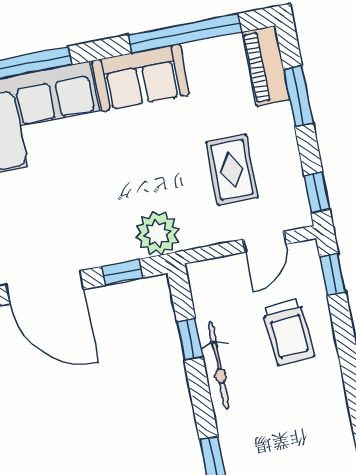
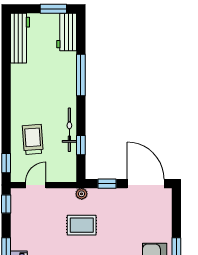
rug: (232, 170) -> (82, 225), moved, turned 90
plant: (157, 234) -> (82, 194), width x0.53, depth x0.53

